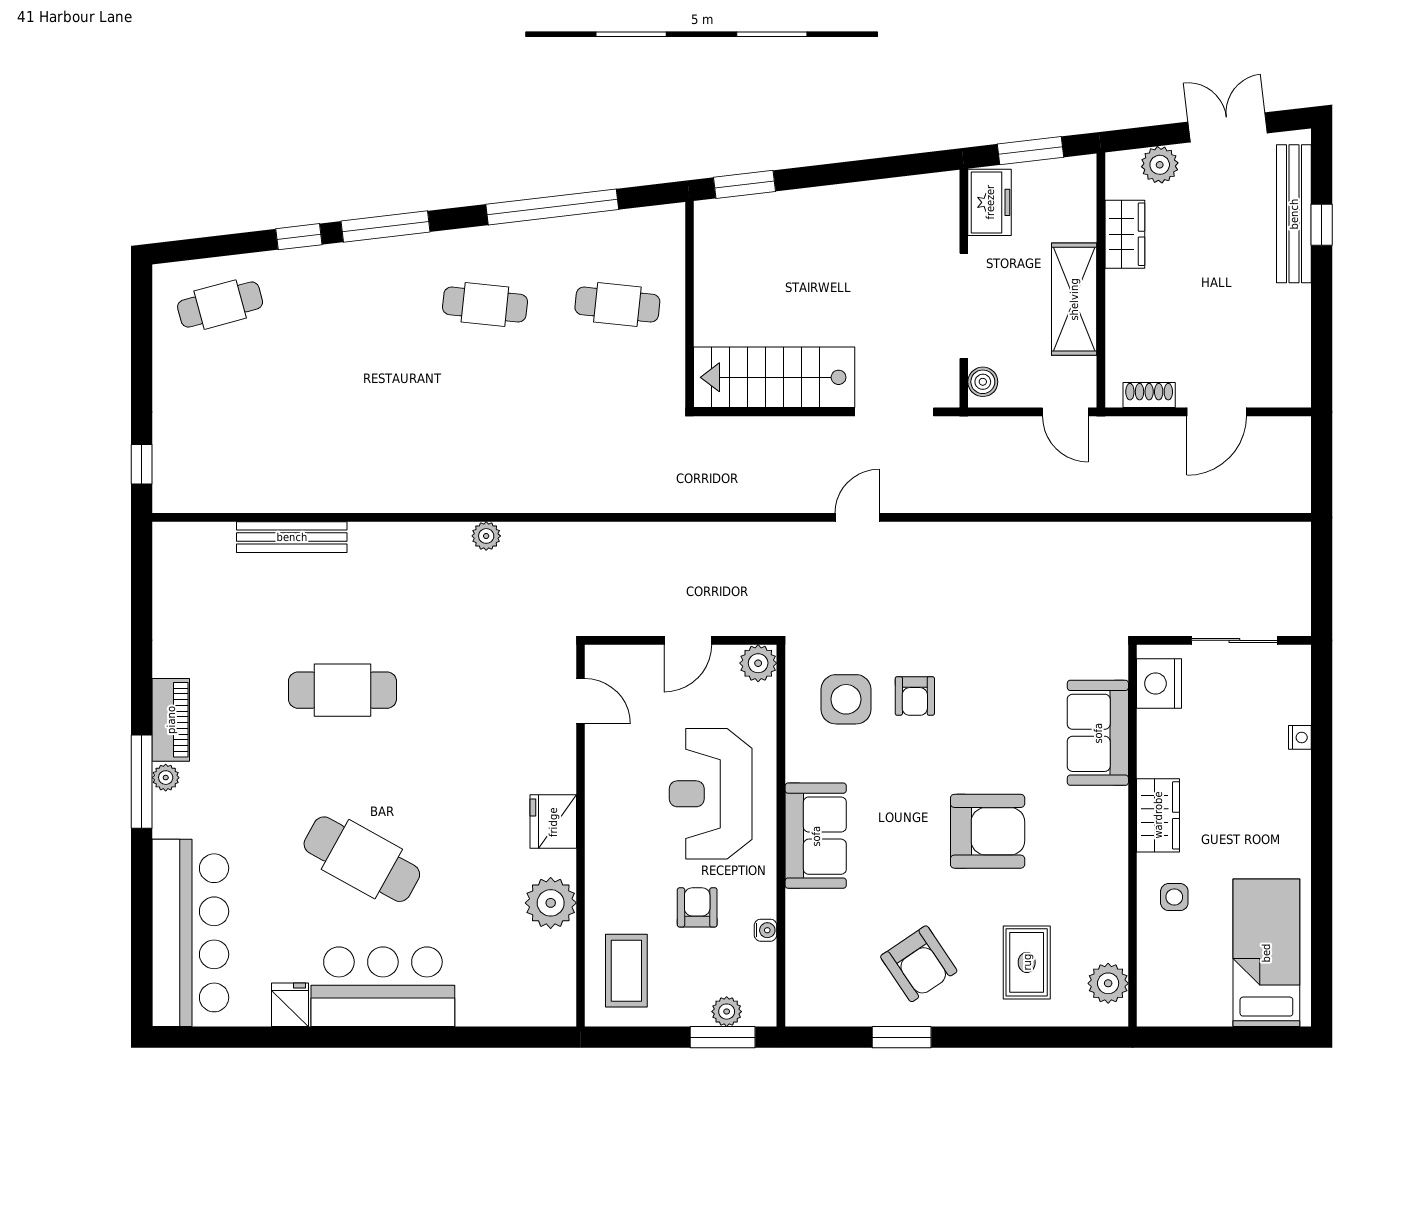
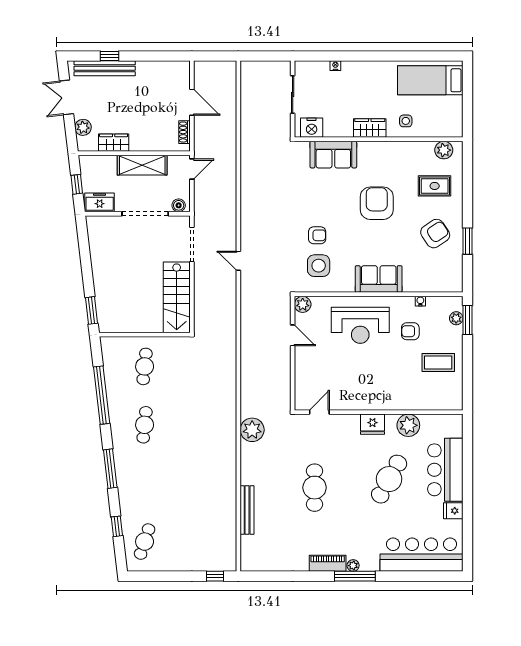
window: (1030, 151) -> (77, 184), width x0.67
window: (299, 237) -> (117, 526), moved
cafe table: (220, 305) -> (145, 542), turned 33
plant: (486, 536) -> (252, 430), width x1.87, depth x1.87
door: (580, 701) -> (319, 412), moved
fridge: (553, 822) -> (372, 424), moved
wall: (580, 836) -> (379, 412), moved
plant: (551, 903) -> (408, 425), moved

